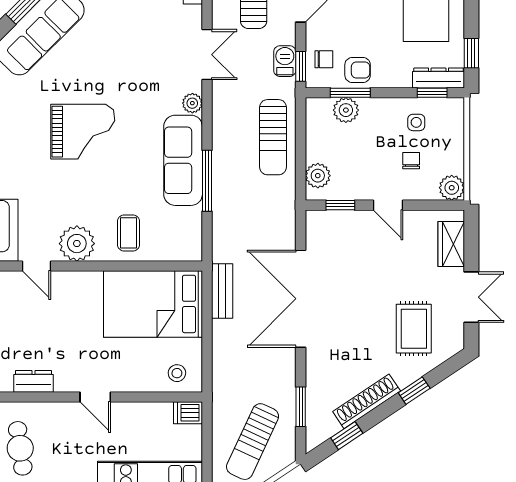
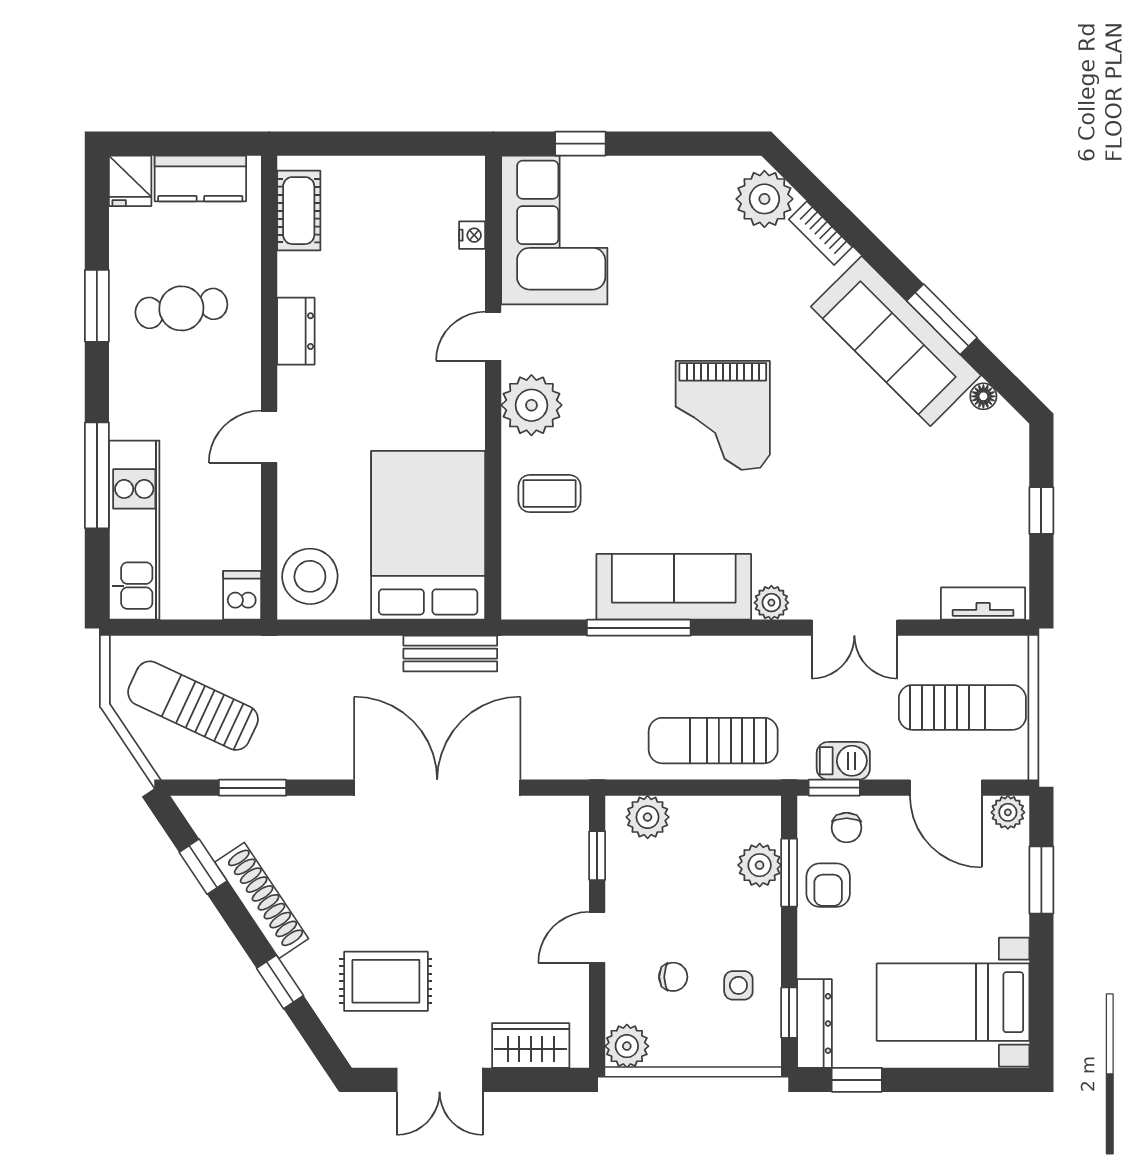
stool: (177, 373) -> (310, 576), width x1.89, depth x1.89

